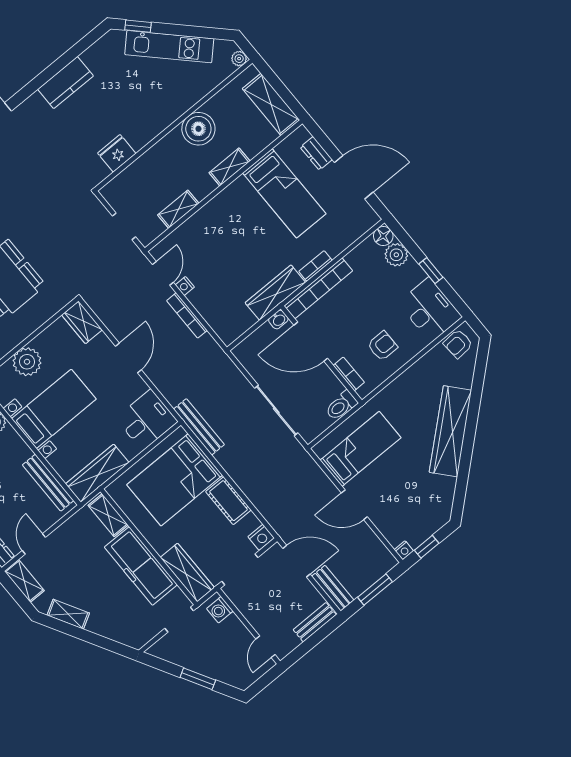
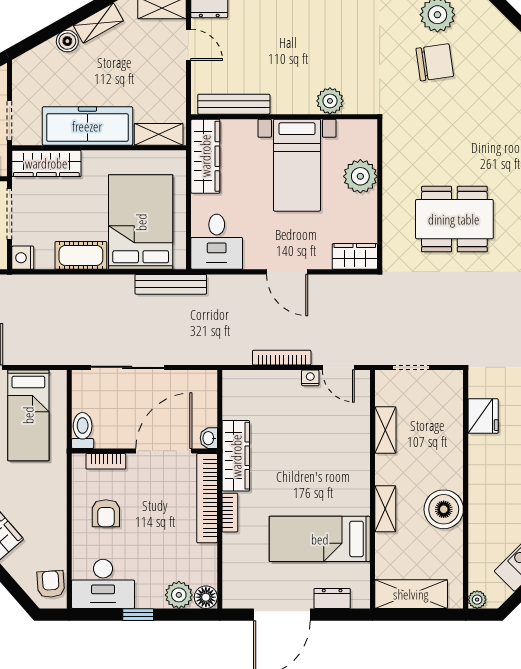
boiler: (97, 625) -> (67, 41), added

